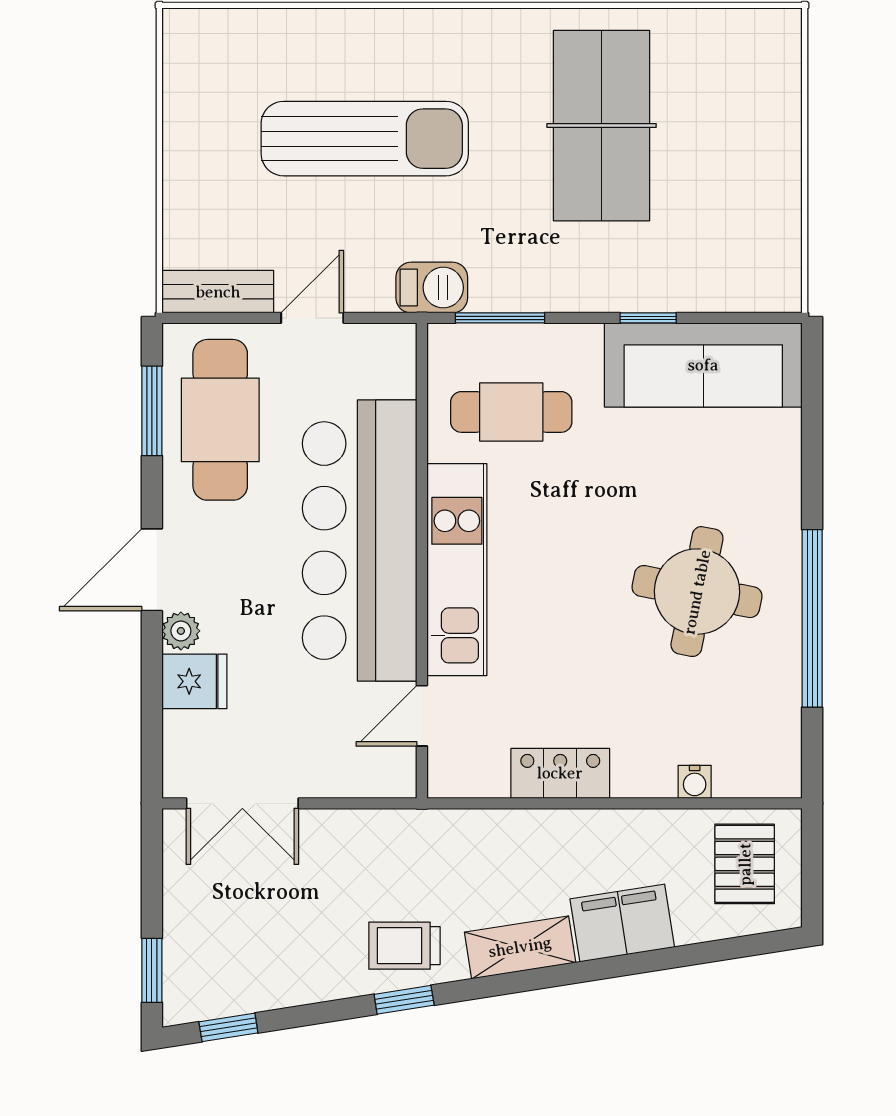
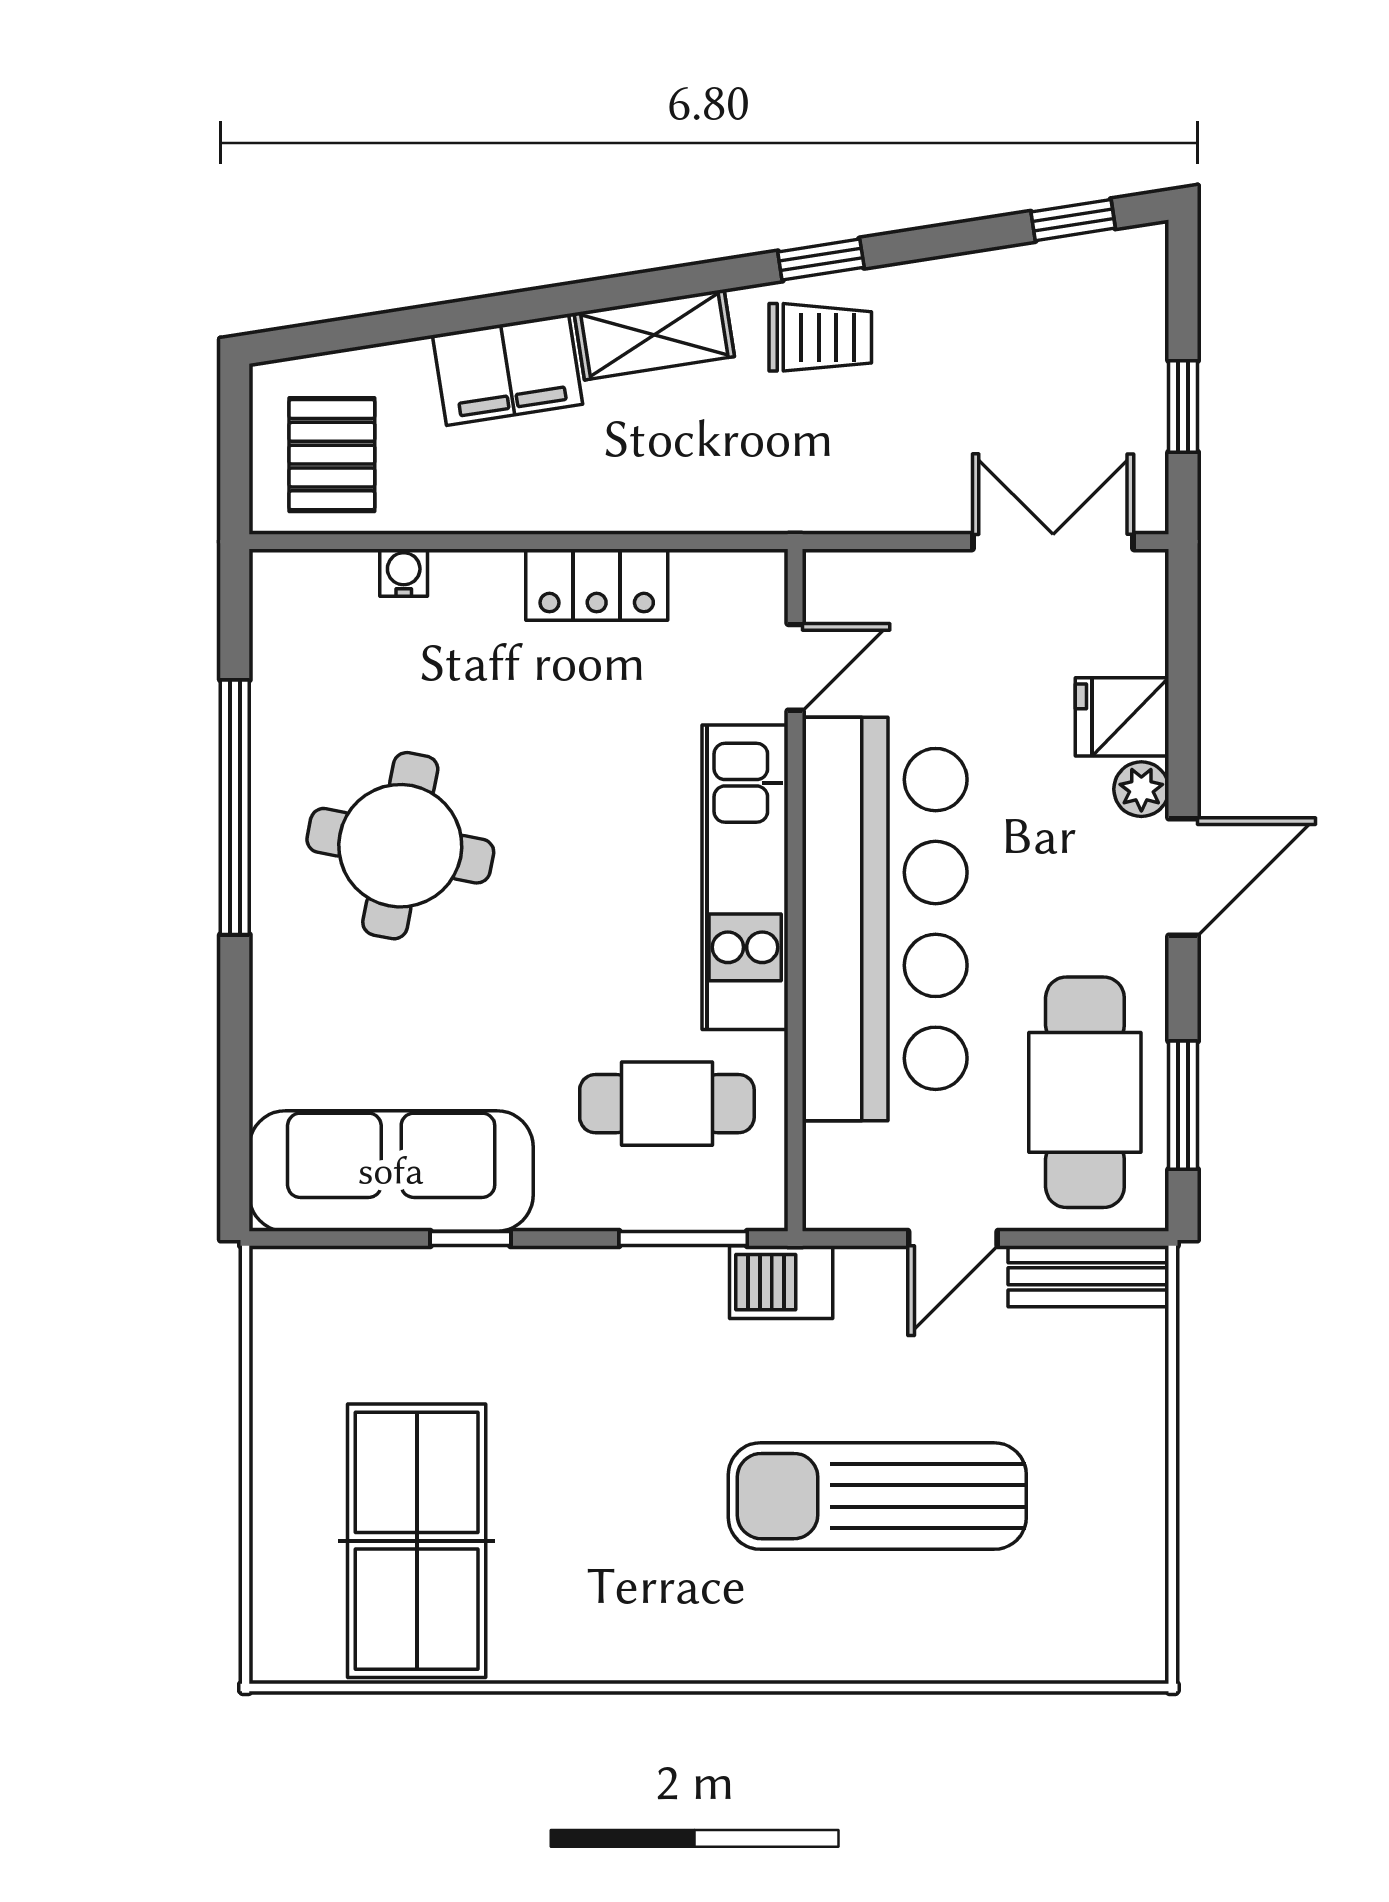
table tennis table: (602, 126) -> (417, 1541), moved
window: (152, 970) -> (1183, 406), moved

